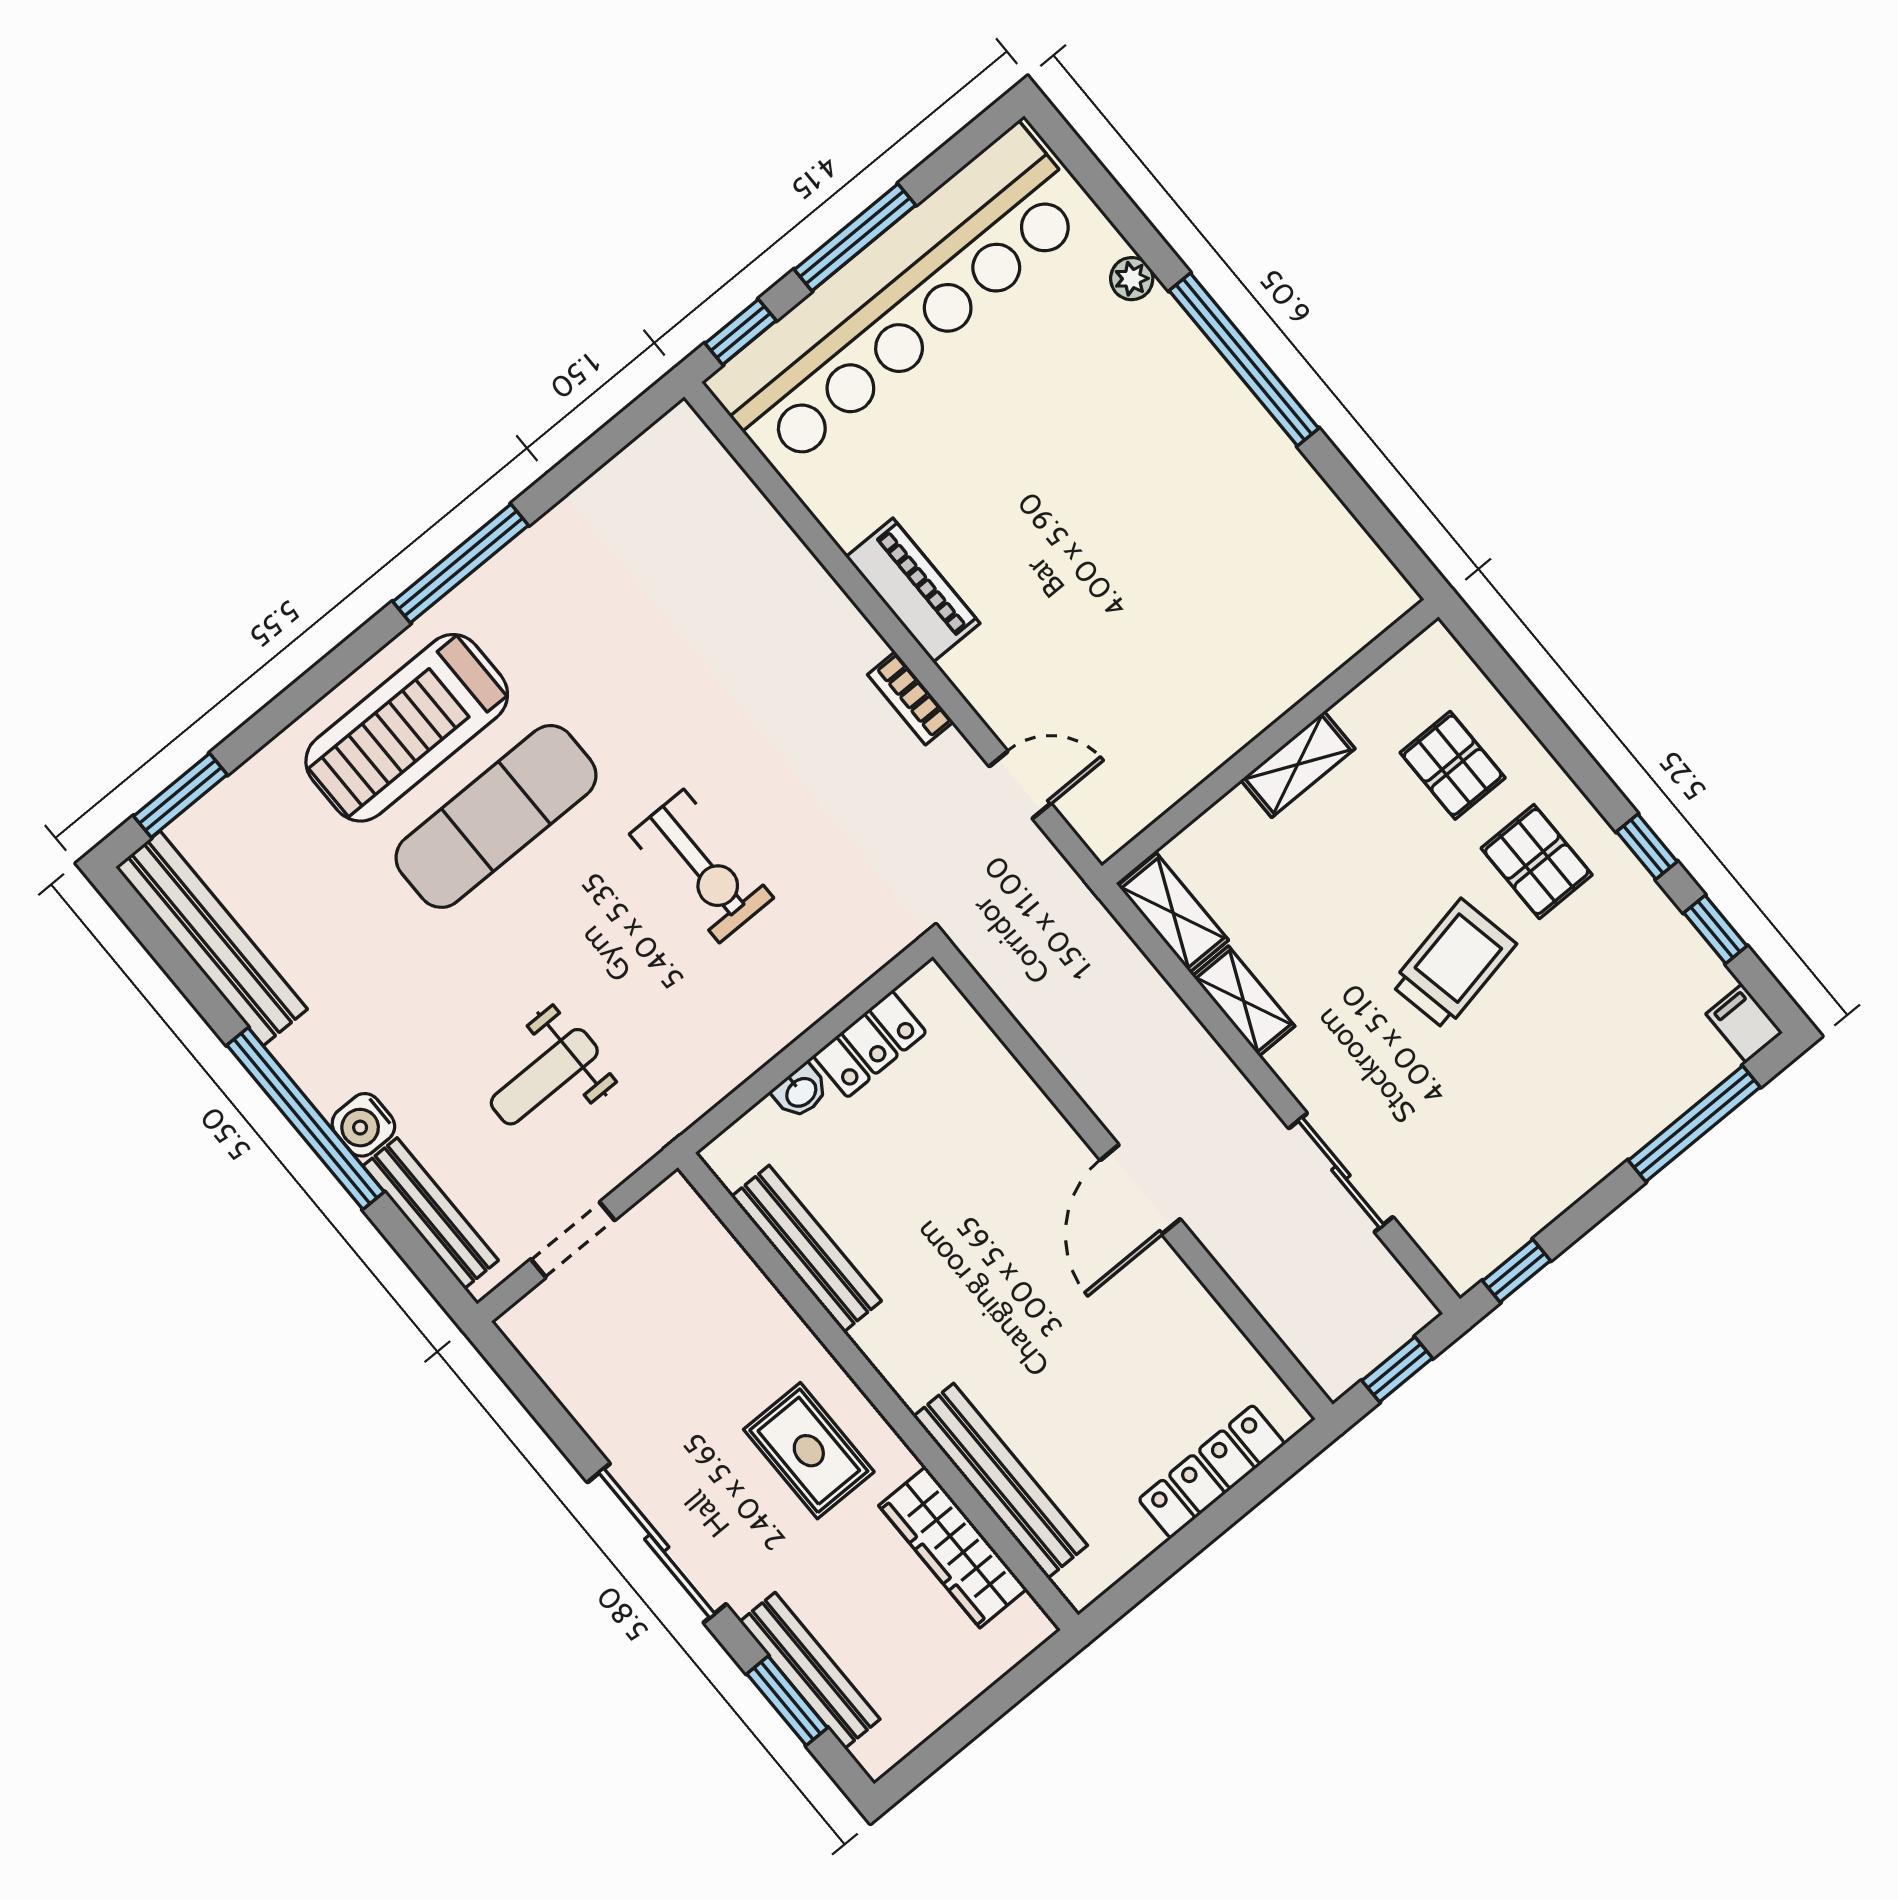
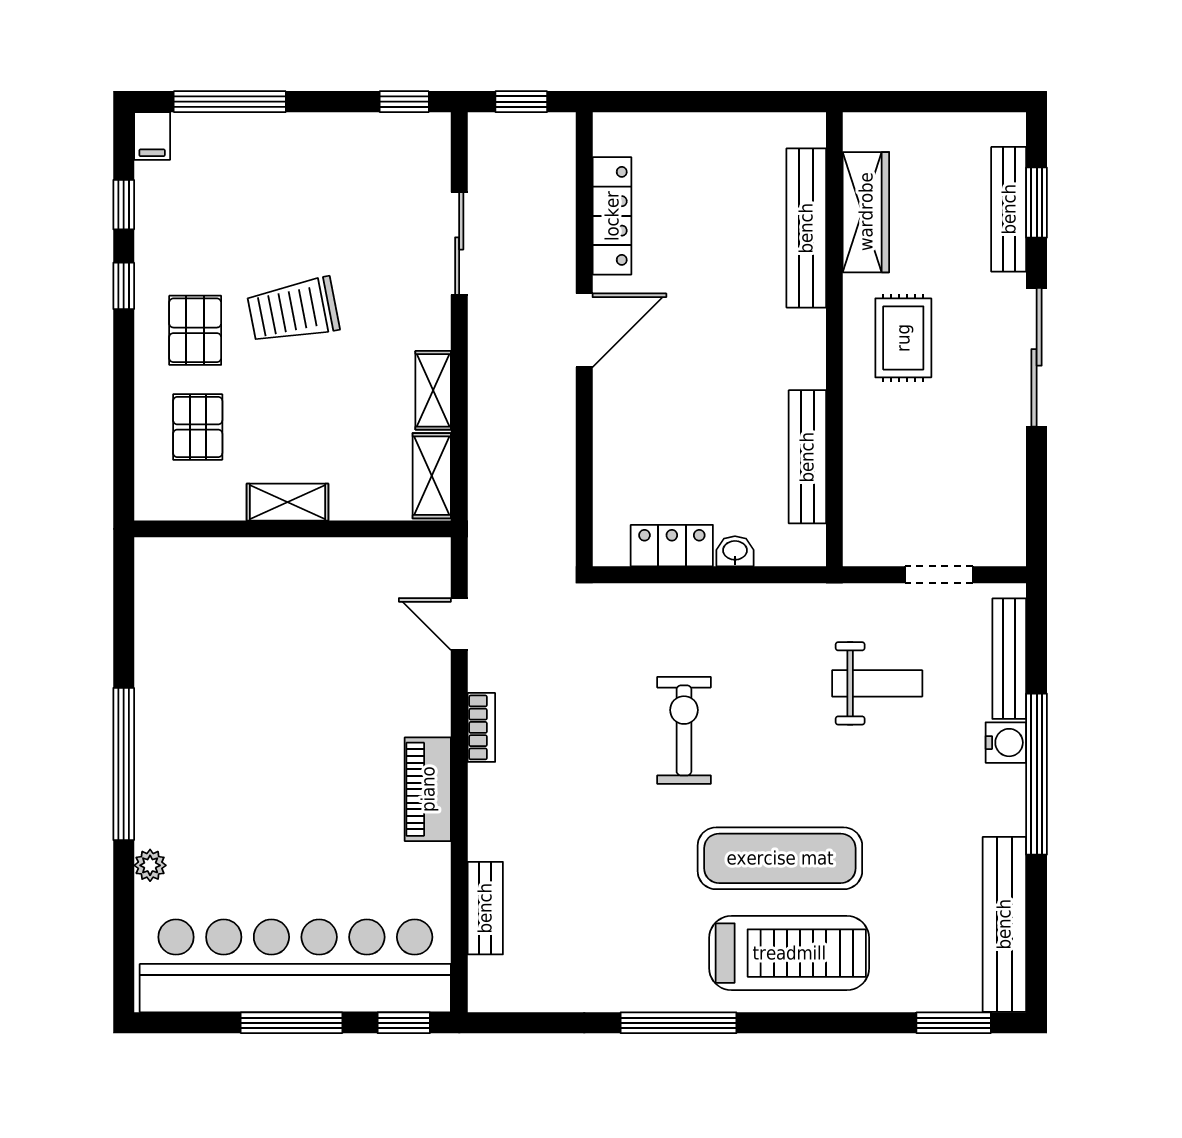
bench: (754, 517) -> (485, 908), added
locker: (1212, 1472) -> (612, 216), moved, turned -90

